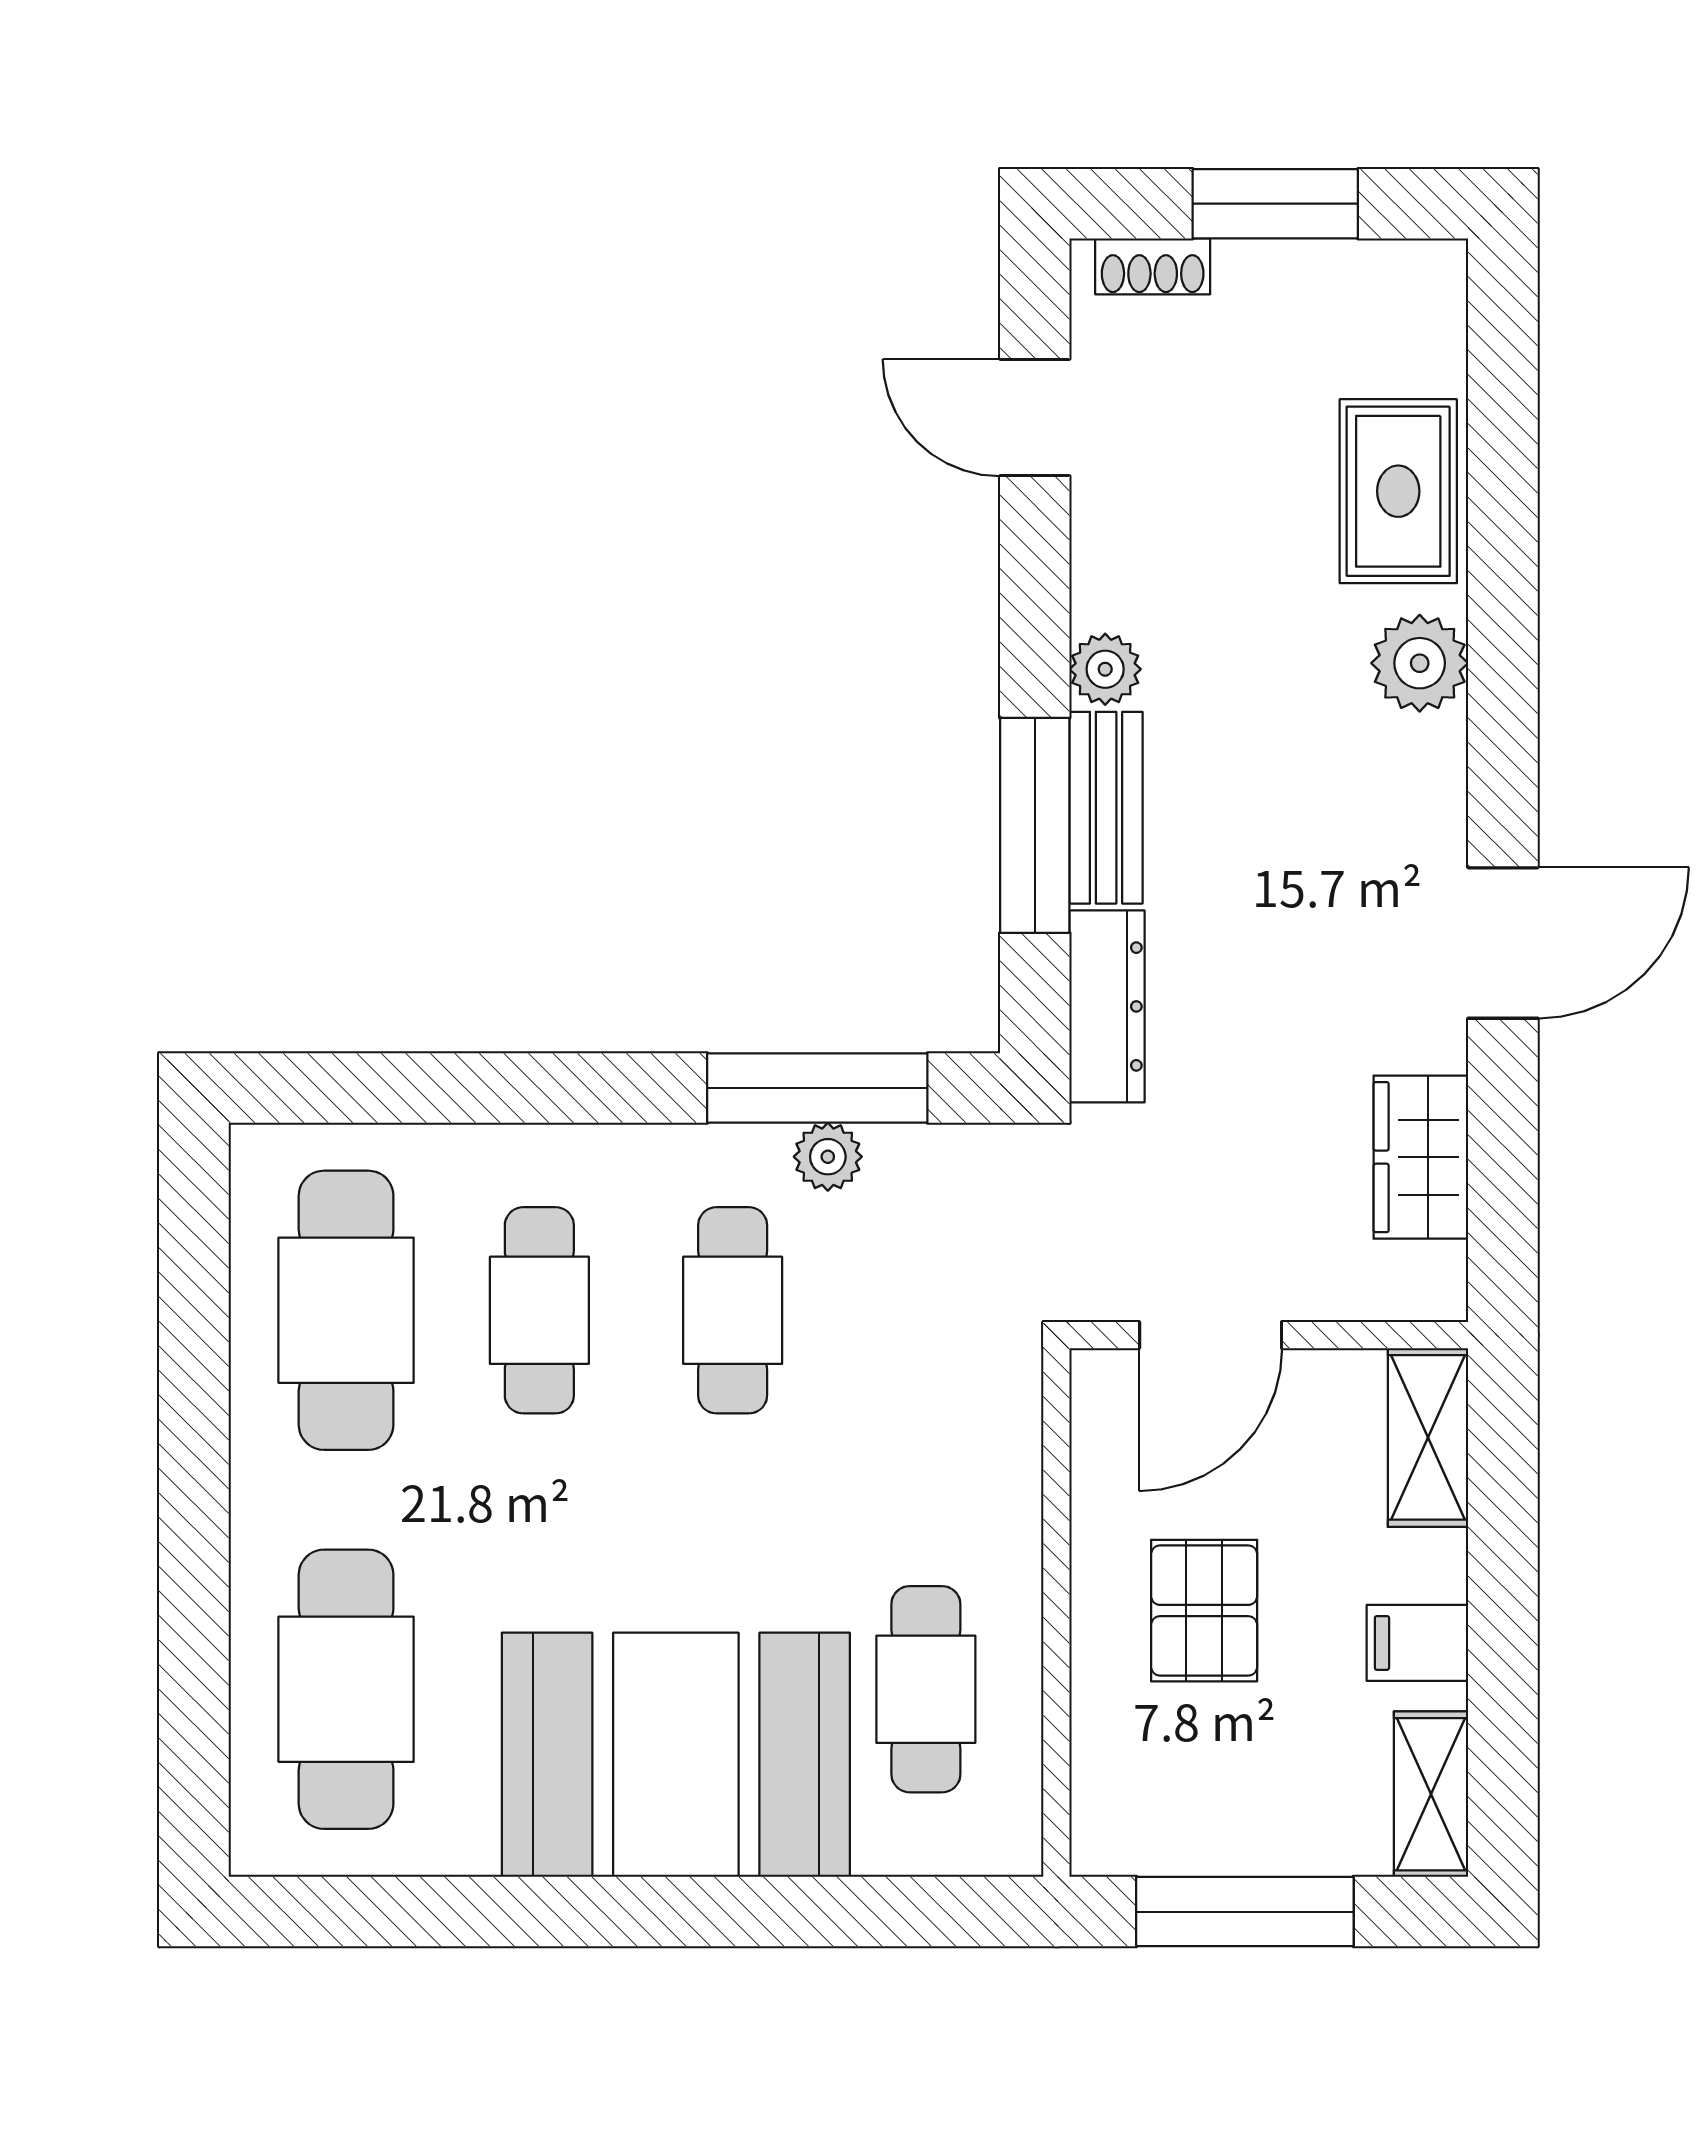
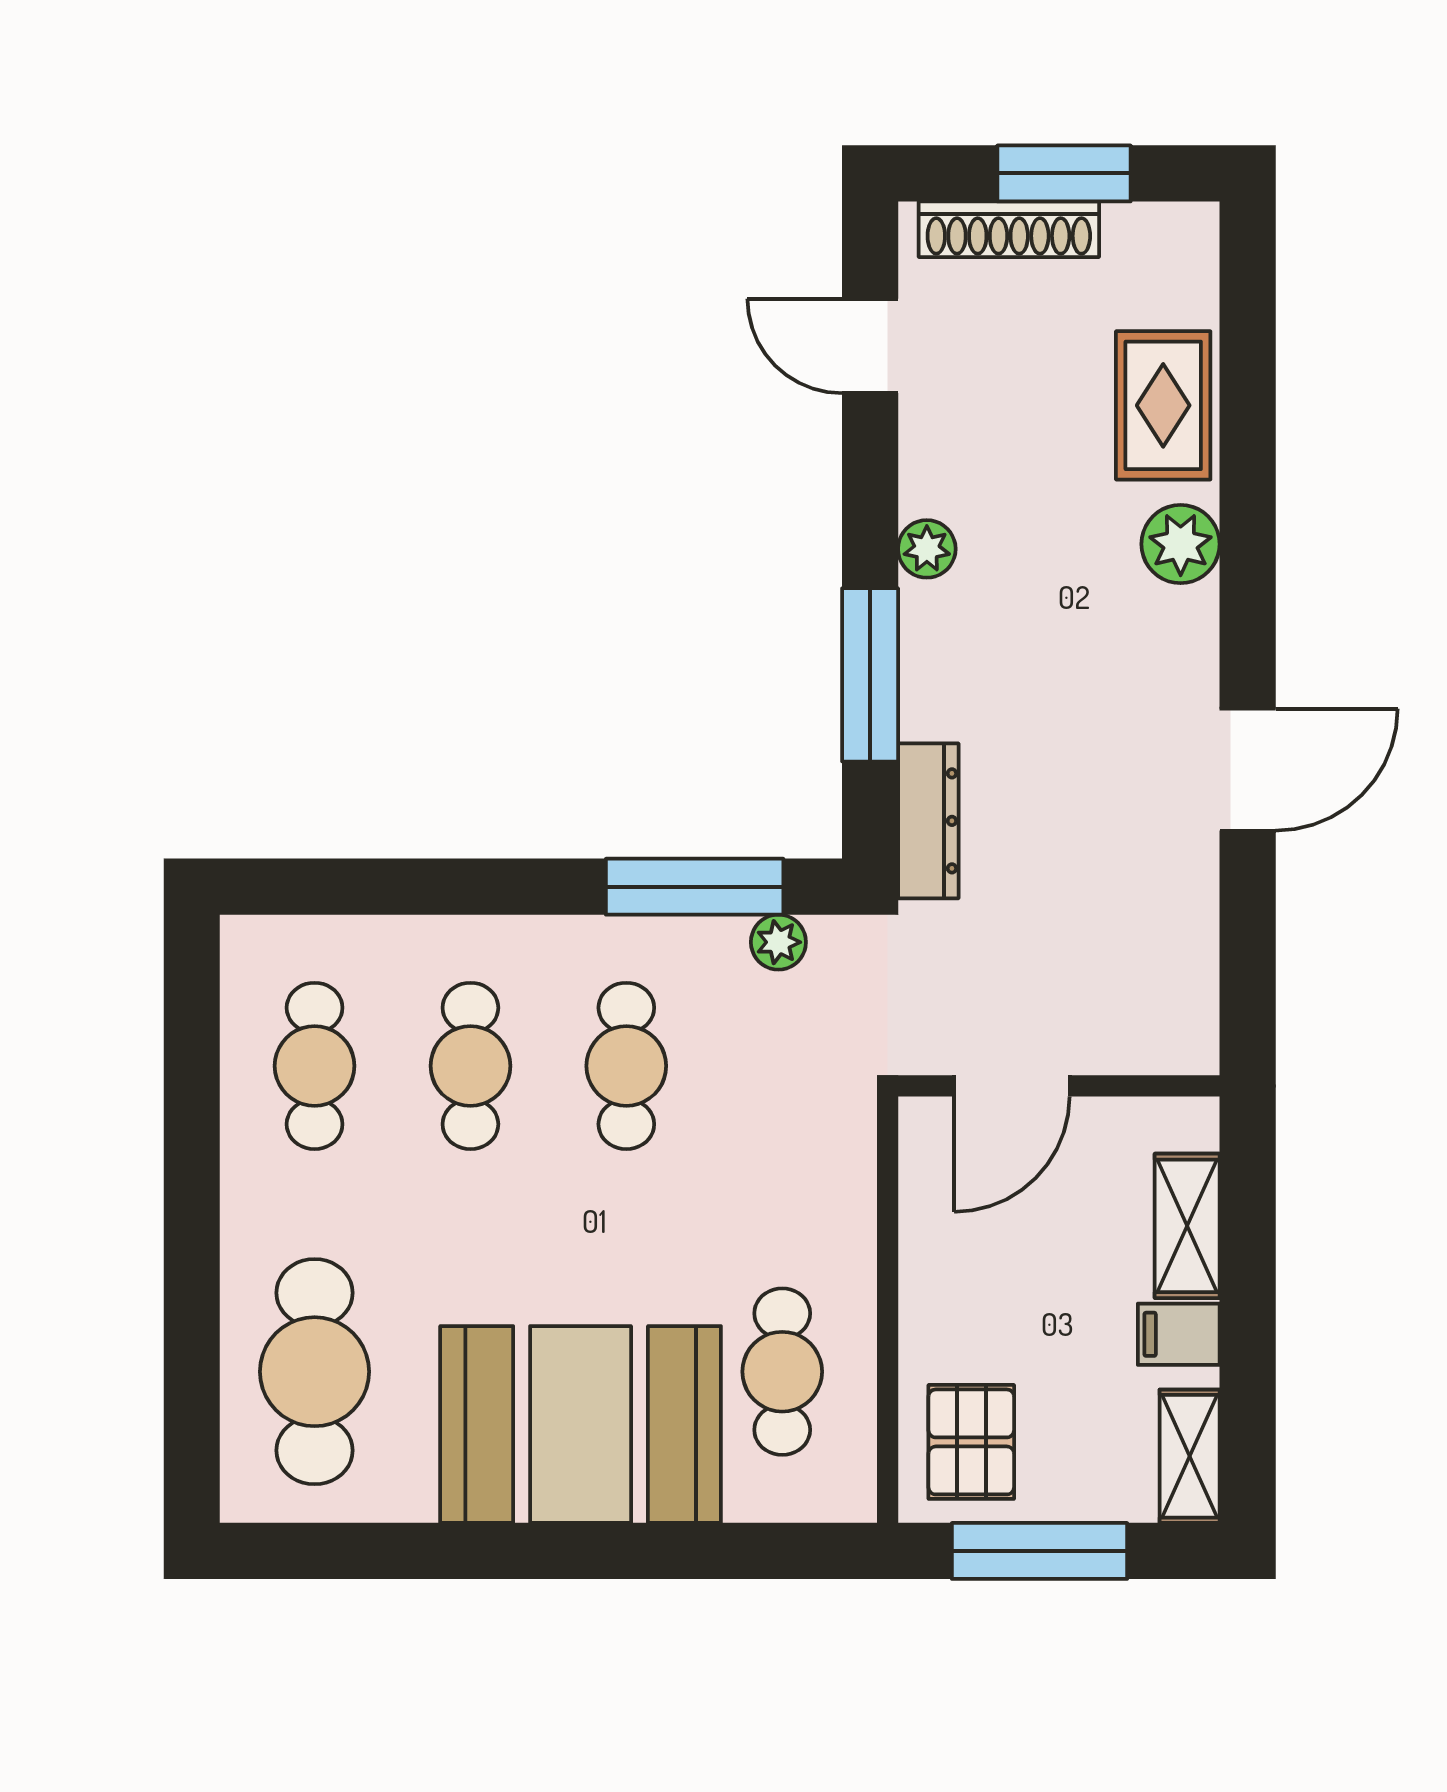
shoe rack: (1153, 266) -> (1009, 229), width x1.94, depth x1.24
bench: (1106, 808) -> (928, 661), removed
plant: (828, 1157) -> (778, 942), moved
wardrobe: (1421, 1157) -> (1181, 942), removed
cafe table: (346, 1310) -> (315, 1066), width x0.73, depth x0.74
shelving: (1428, 1437) -> (1187, 1226), moved
pallet: (1204, 1611) -> (971, 1442), moved

